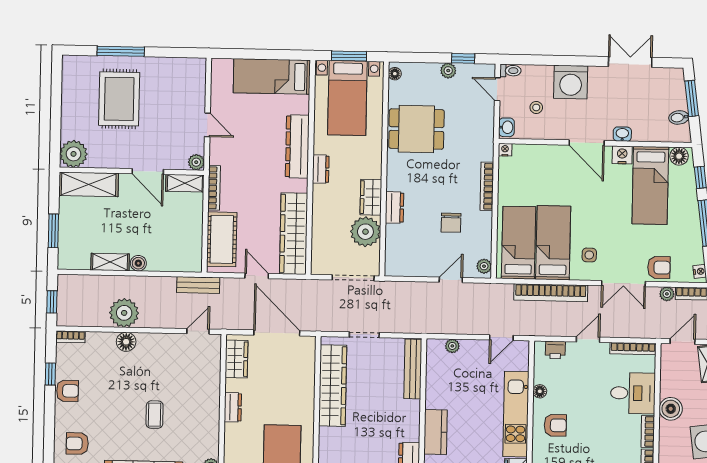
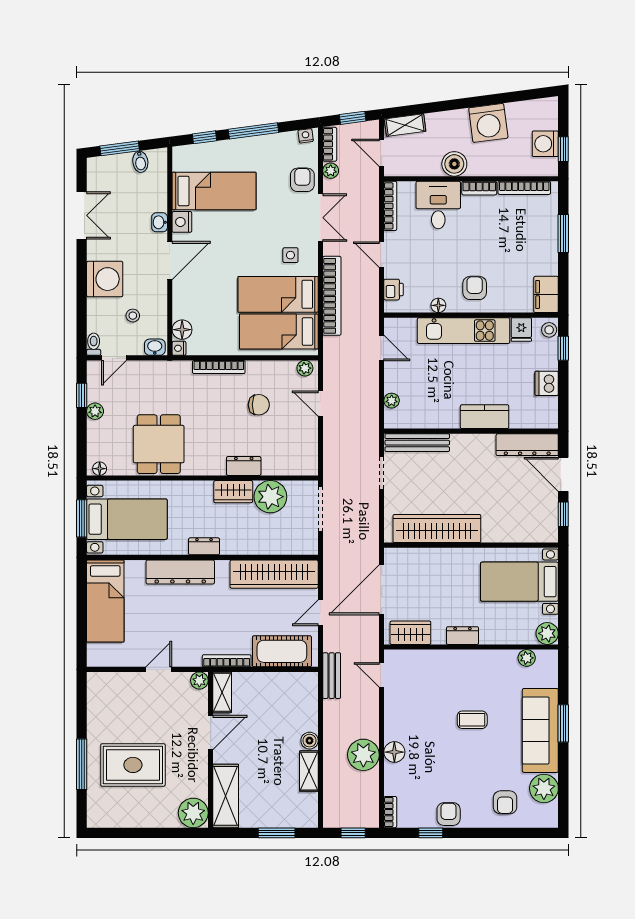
double door: (630, 62) -> (82, 215), swing flipped
floor lamp: (679, 156) -> (182, 330), moved
doorway: (364, 335) -> (382, 473), moved

